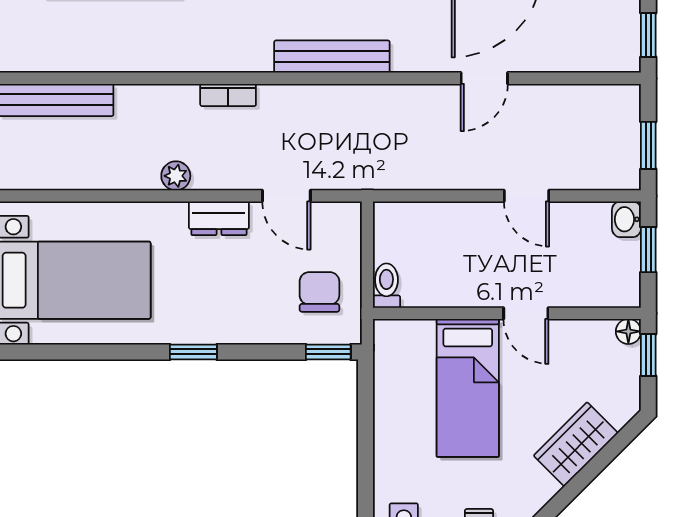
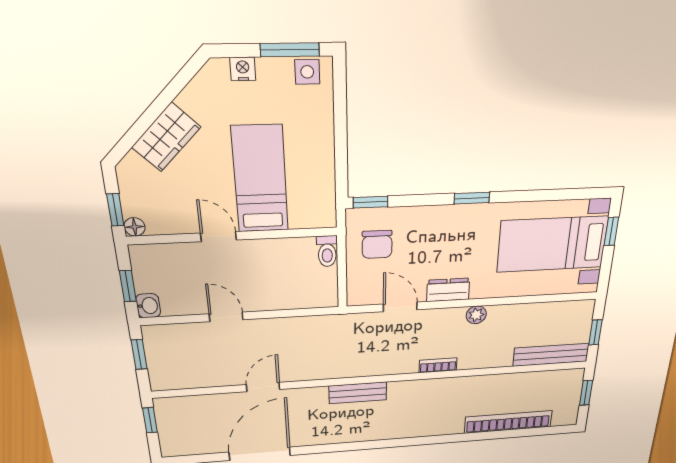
bench: (332, 57) -> (358, 393), width x0.73

